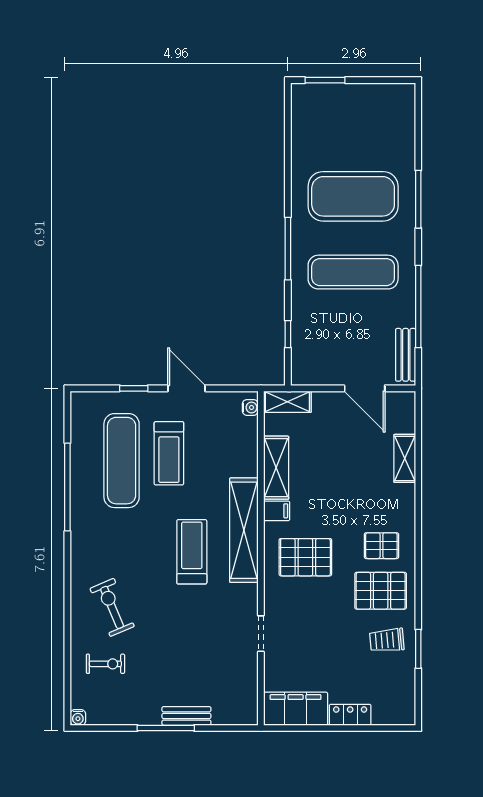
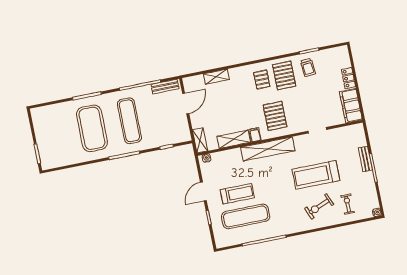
treadmill: (192, 552) -> (316, 175), moved, width x1.37, depth x1.38

